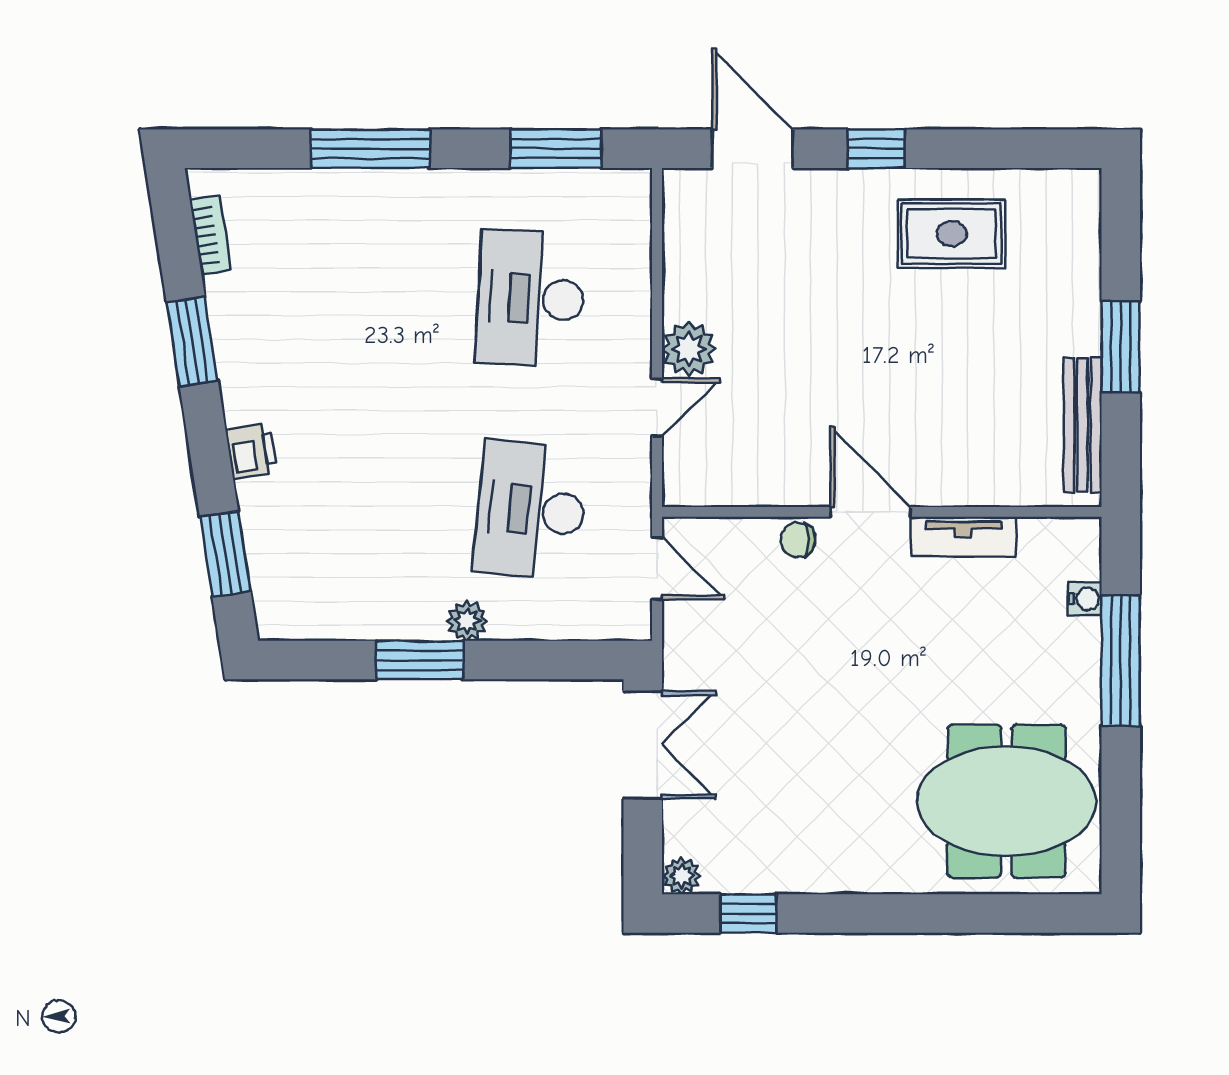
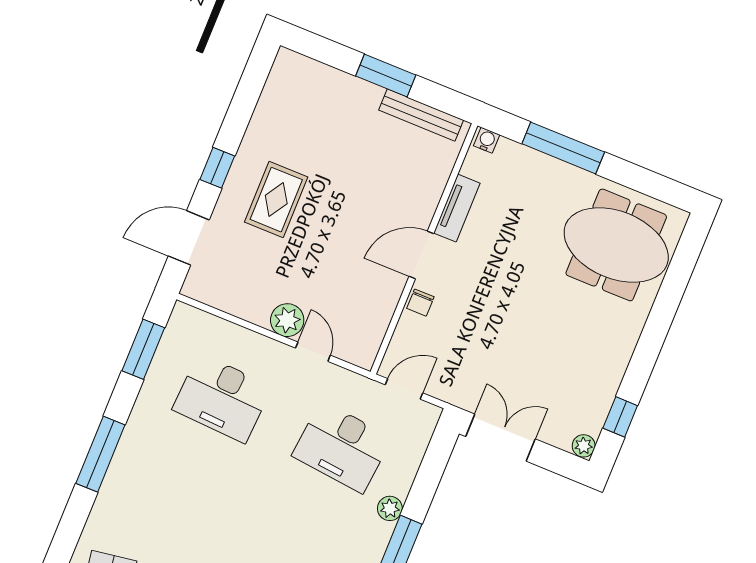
rug: (952, 234) -> (276, 200), moved
water cooler: (1085, 599) -> (487, 140), moved
meeting table: (1006, 801) -> (616, 245), turned 90

